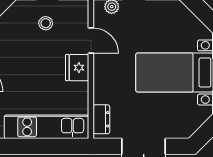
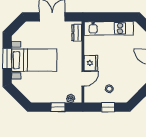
door: (91, 41) -> (83, 79), swing flipped

